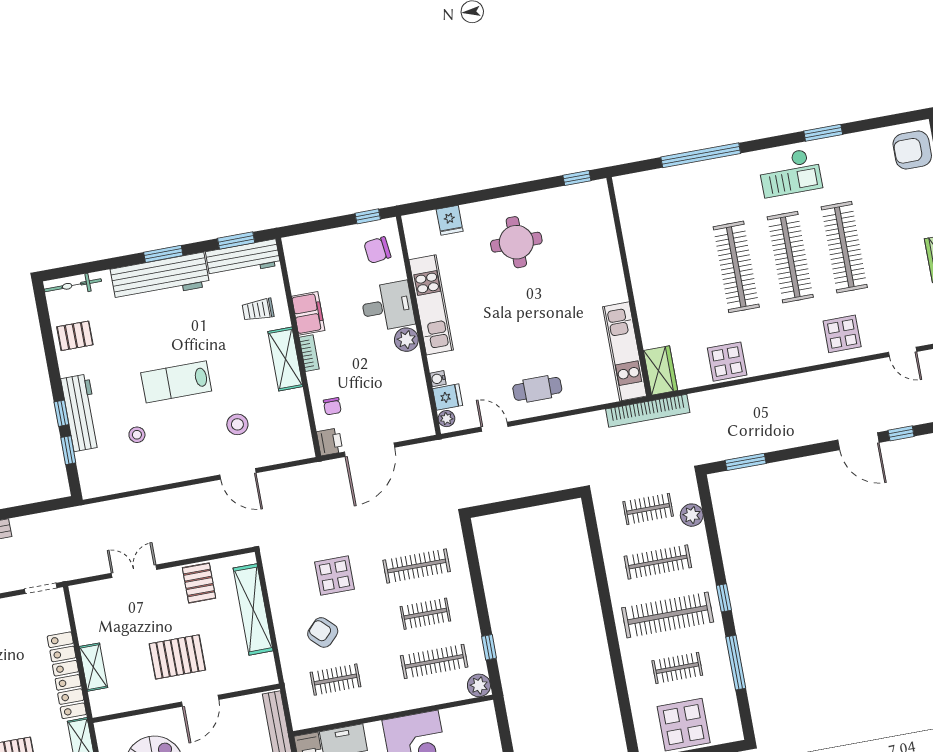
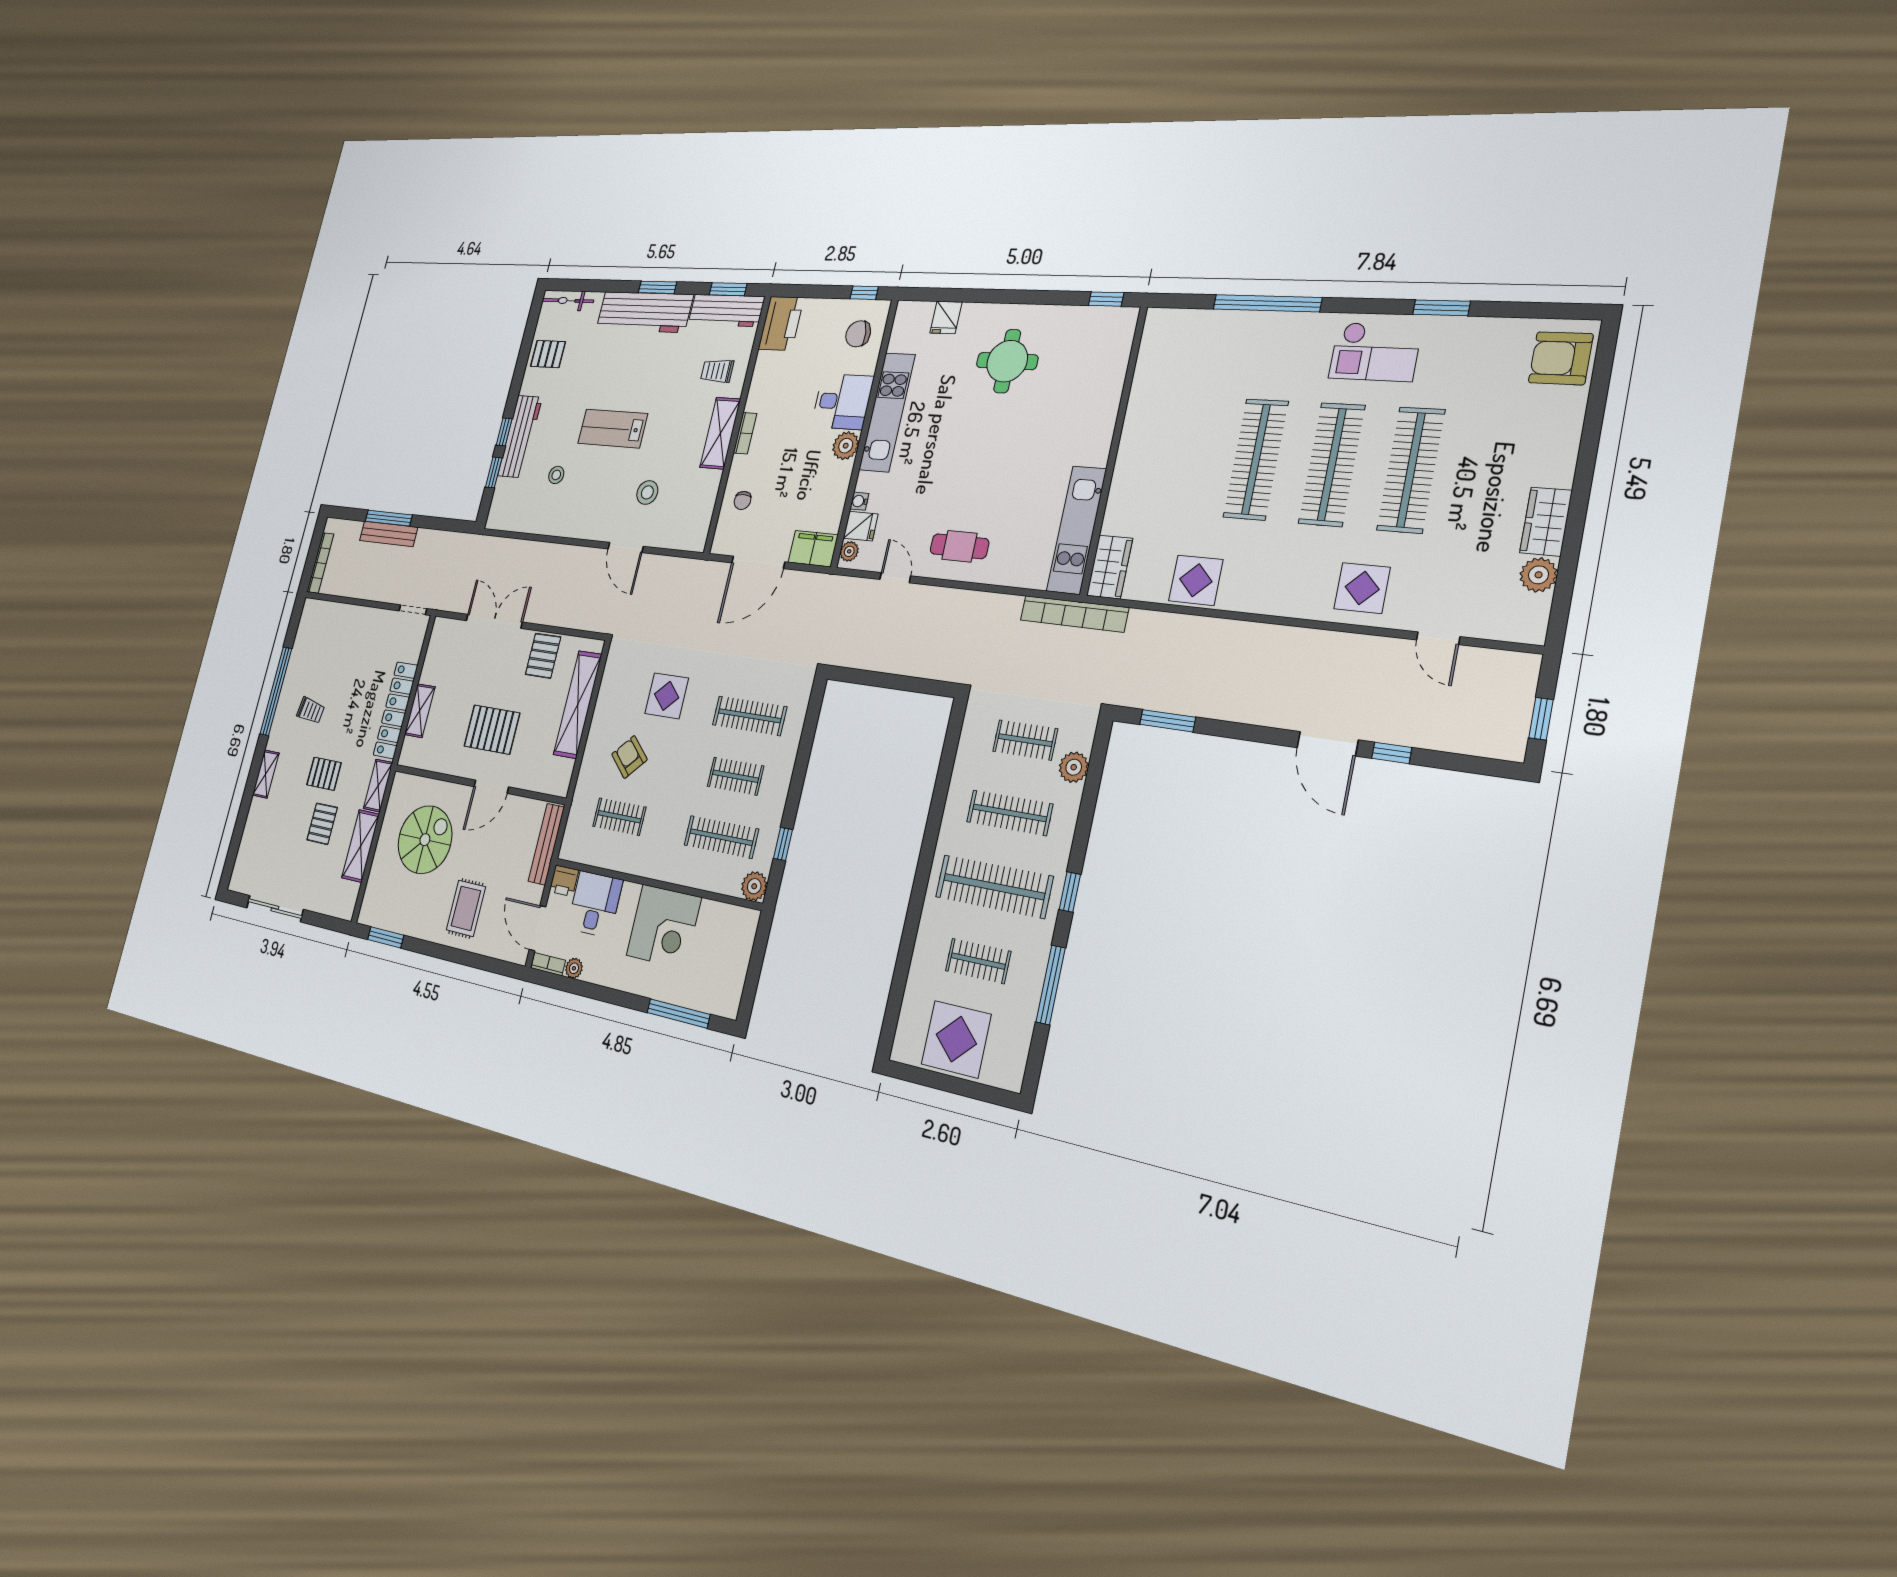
filing cabinet: (308, 313) -> (813, 549), moved, turned -90
printer: (330, 442) -> (781, 323), moved, width x1.87, depth x1.48
double door: (134, 571) -> (494, 621), width x1.37

